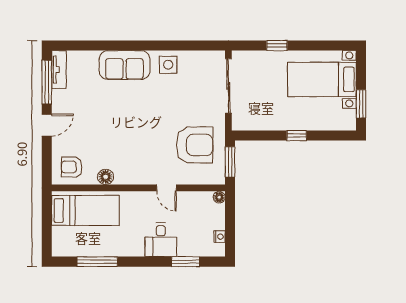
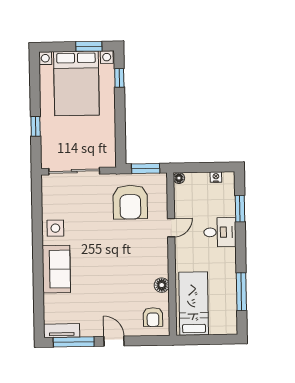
bed with nightstands: (322, 79) -> (76, 83), width x1.36
window: (297, 136) -> (119, 78), moved
armchair: (195, 145) -> (130, 202), turned 180

